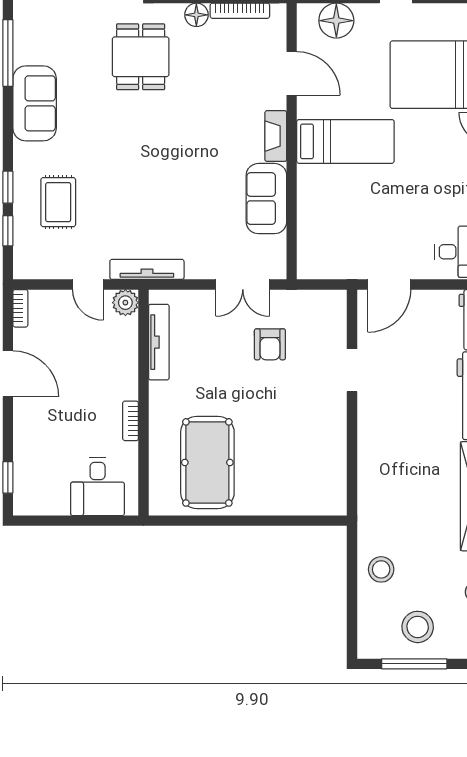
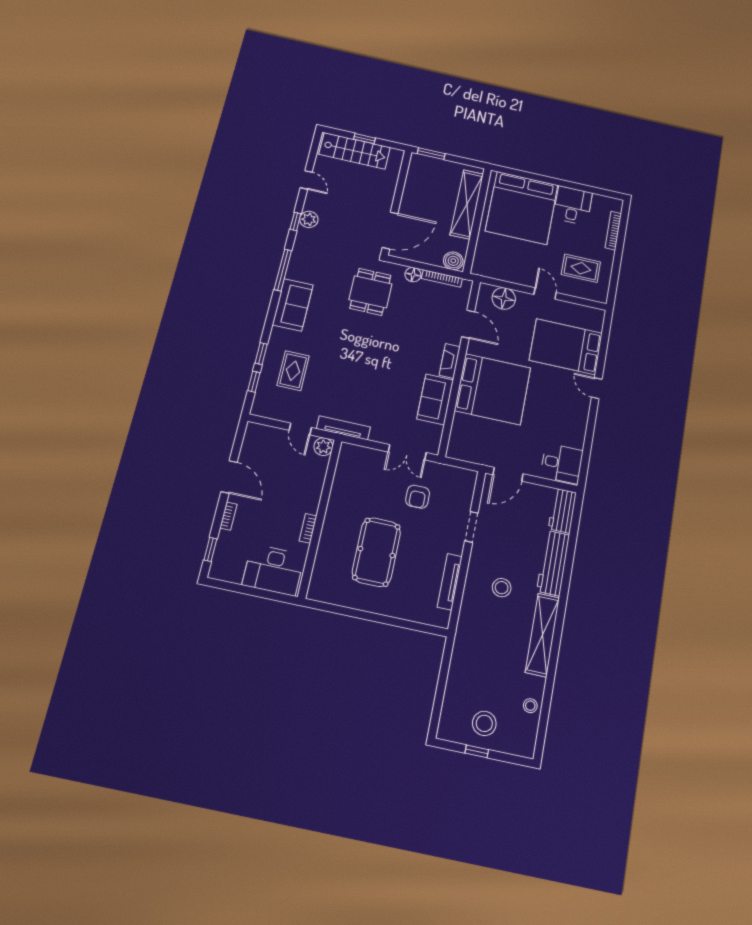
bed: (345, 141) -> (493, 389), width x2.04
bookcase: (20, 308) -> (228, 516), moved
tv unit: (159, 342) -> (450, 582), moved, turned 180
pool table: (207, 462) -> (376, 552), moved
desk: (98, 487) -> (273, 570), width x1.37
stool: (381, 569) -> (502, 588), moved
window: (414, 664) -> (477, 751), width x0.46

